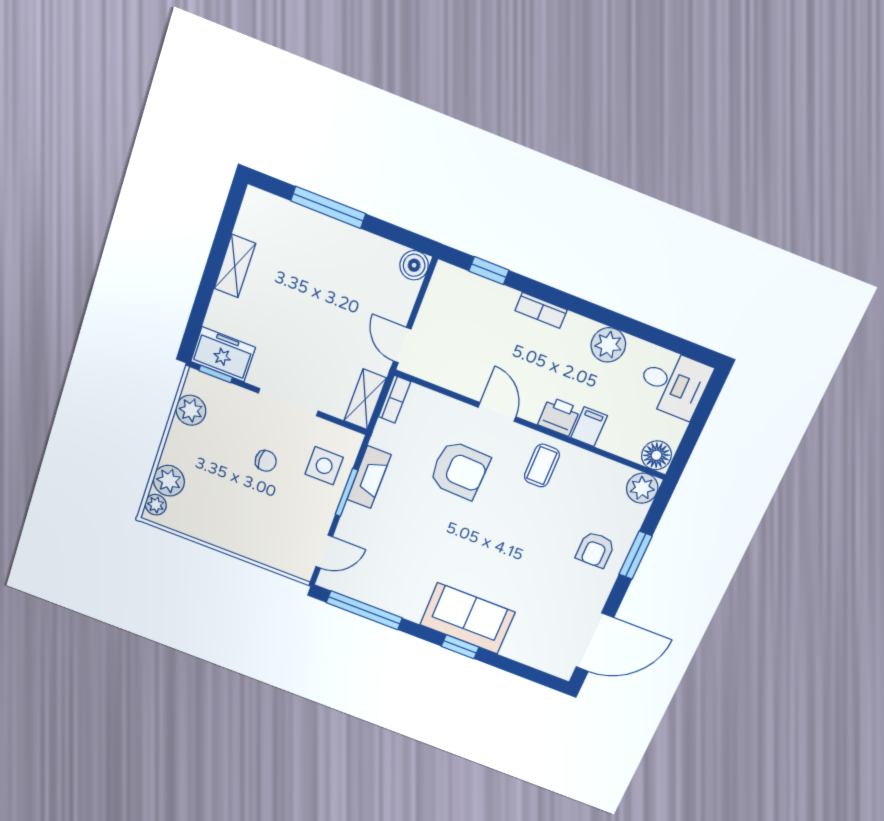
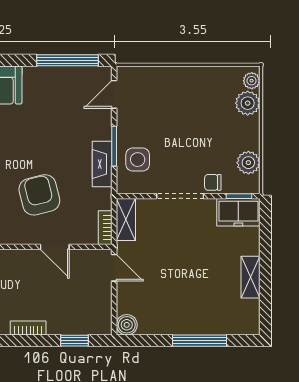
door: (497, 412) -> (55, 247), moved
chair: (266, 461) -> (213, 182), moved
armchair: (459, 470) -> (39, 195), turned 74

